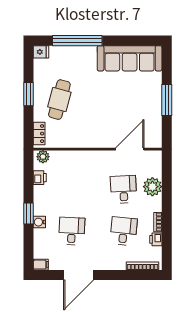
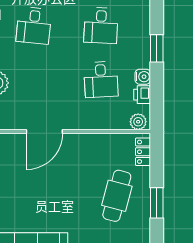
door: (130, 149) -> (44, 132), moved
desk: (124, 189) -> (101, 80), moved
water cooler: (39, 222) -> (143, 77), moved

